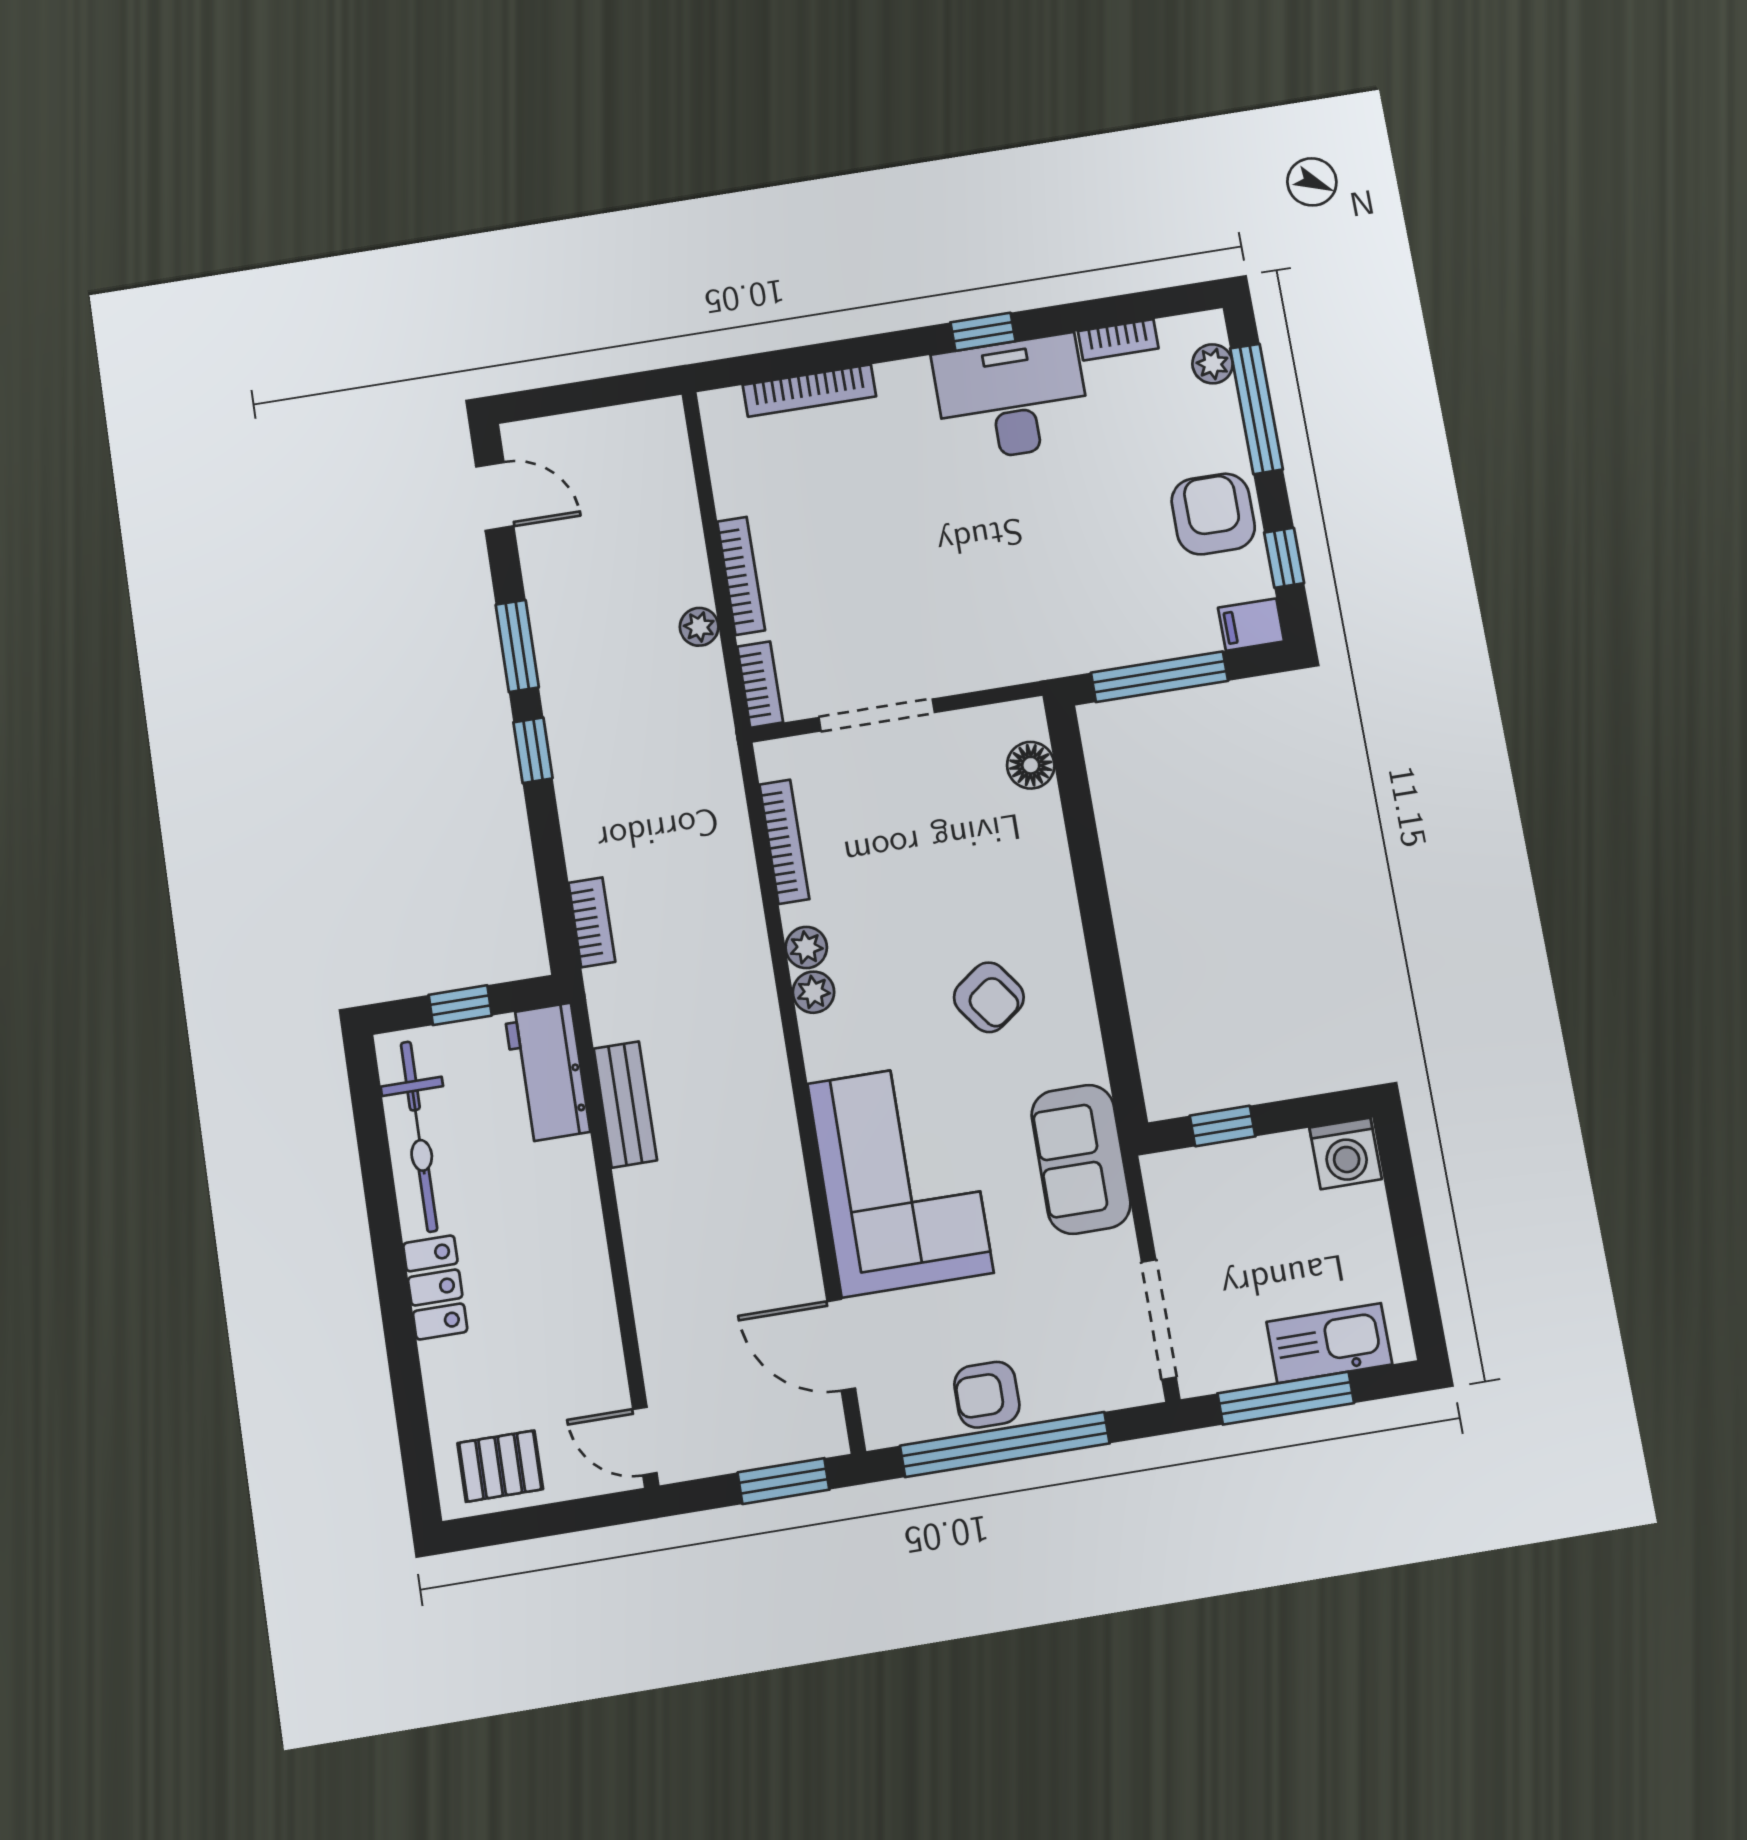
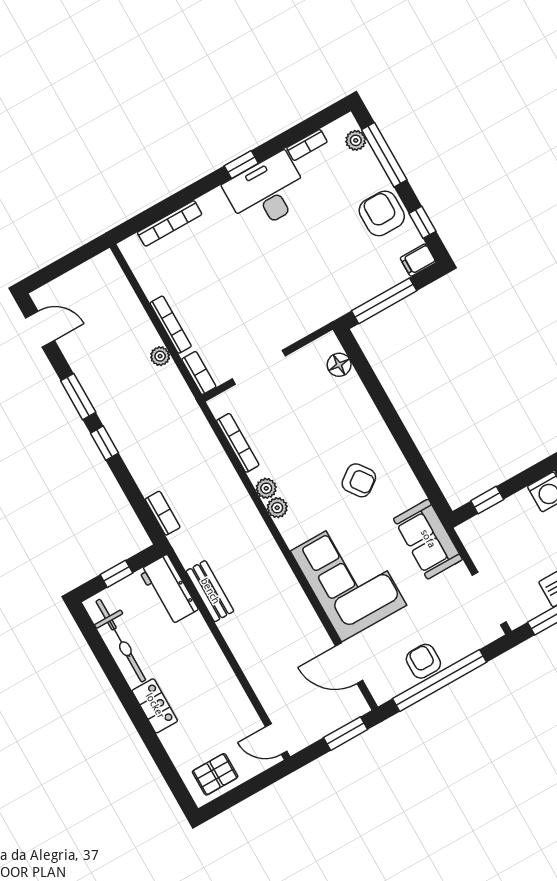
armchair: (987, 1395) -> (423, 661), turned 90

